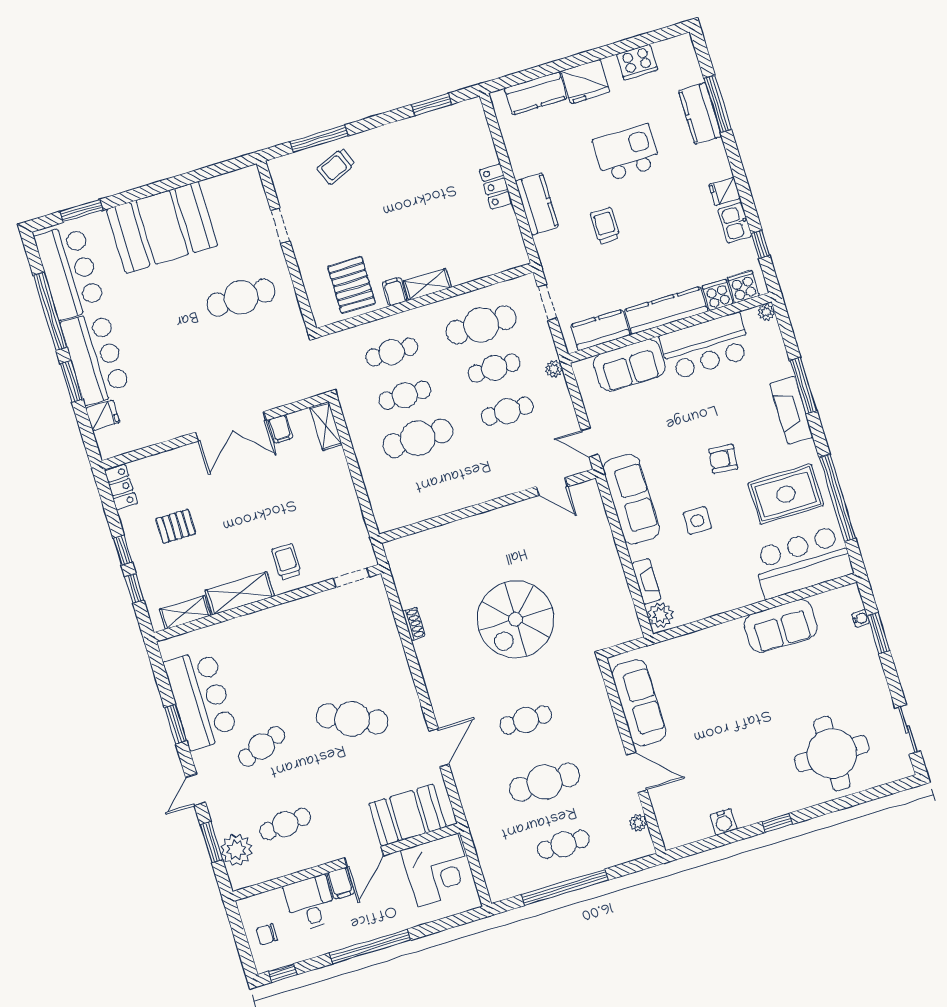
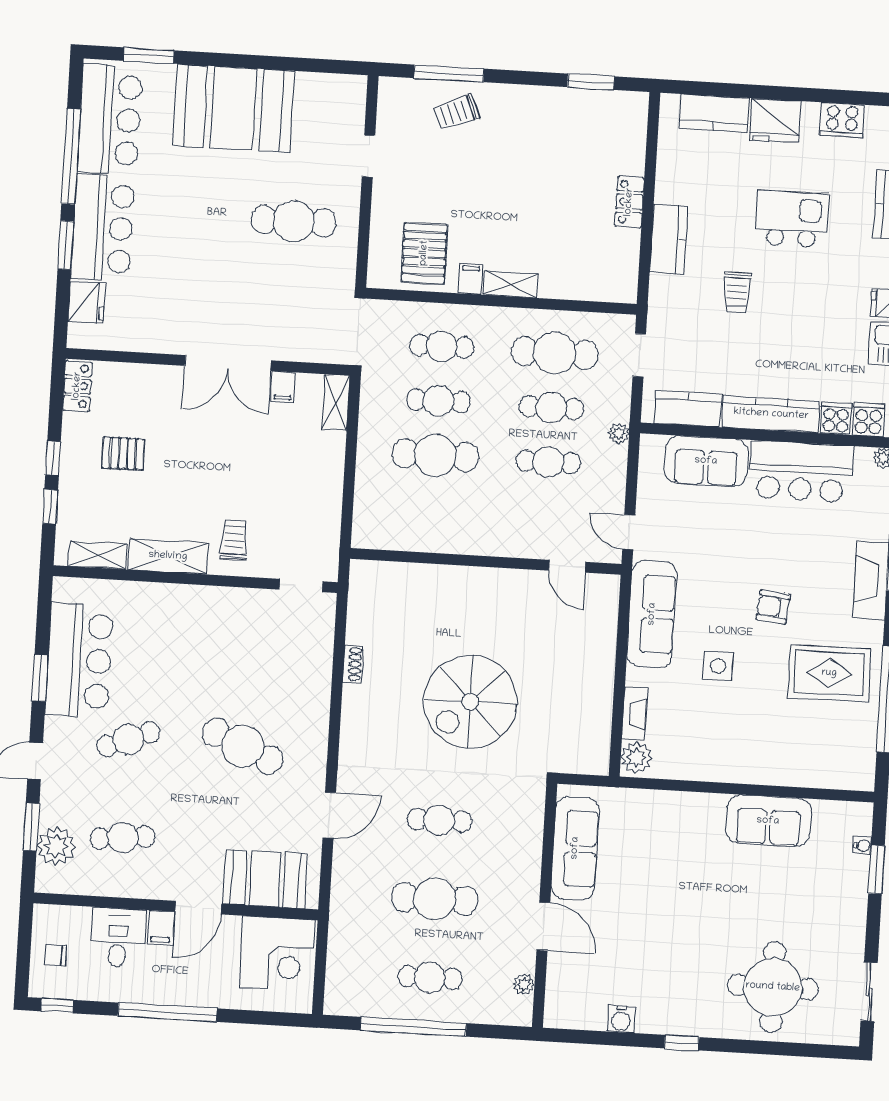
trolley: (605, 226) -> (737, 292), turned 180
fridge: (103, 415) -> (86, 302), width x1.38
bar counter: (802, 562) -> (820, 757), removed

